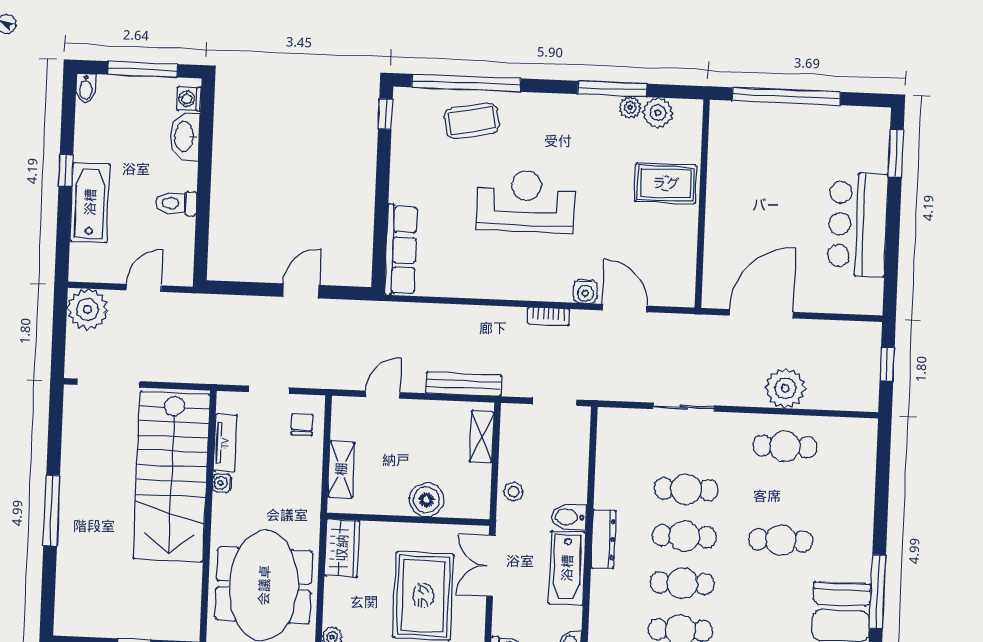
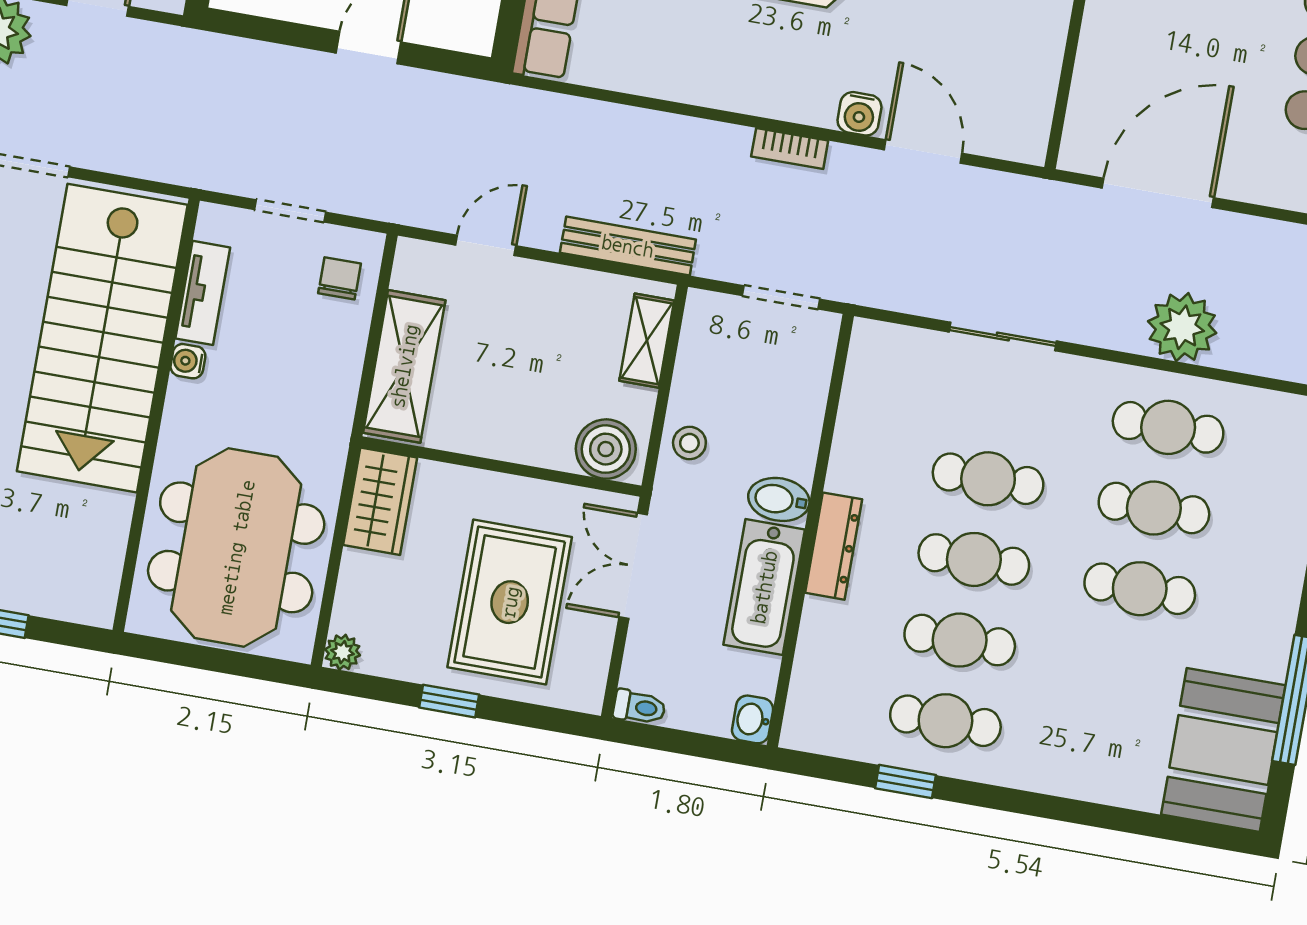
shelving: (341, 469) -> (404, 366), width x1.50, depth x1.33
cafe table: (783, 493) -> (1154, 508), added
boiler: (426, 500) -> (606, 449), moved

